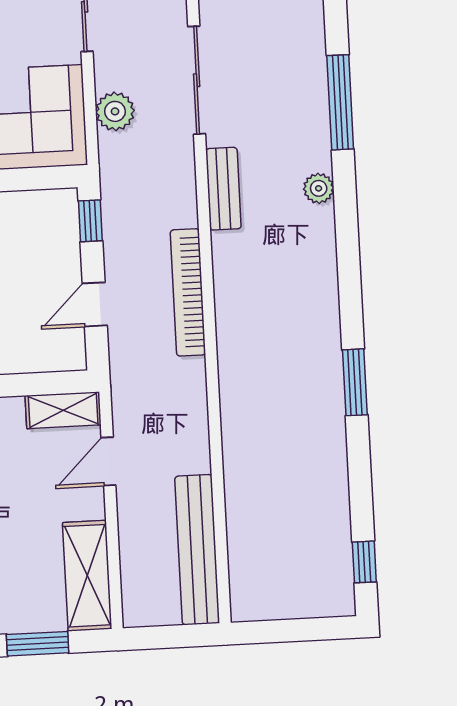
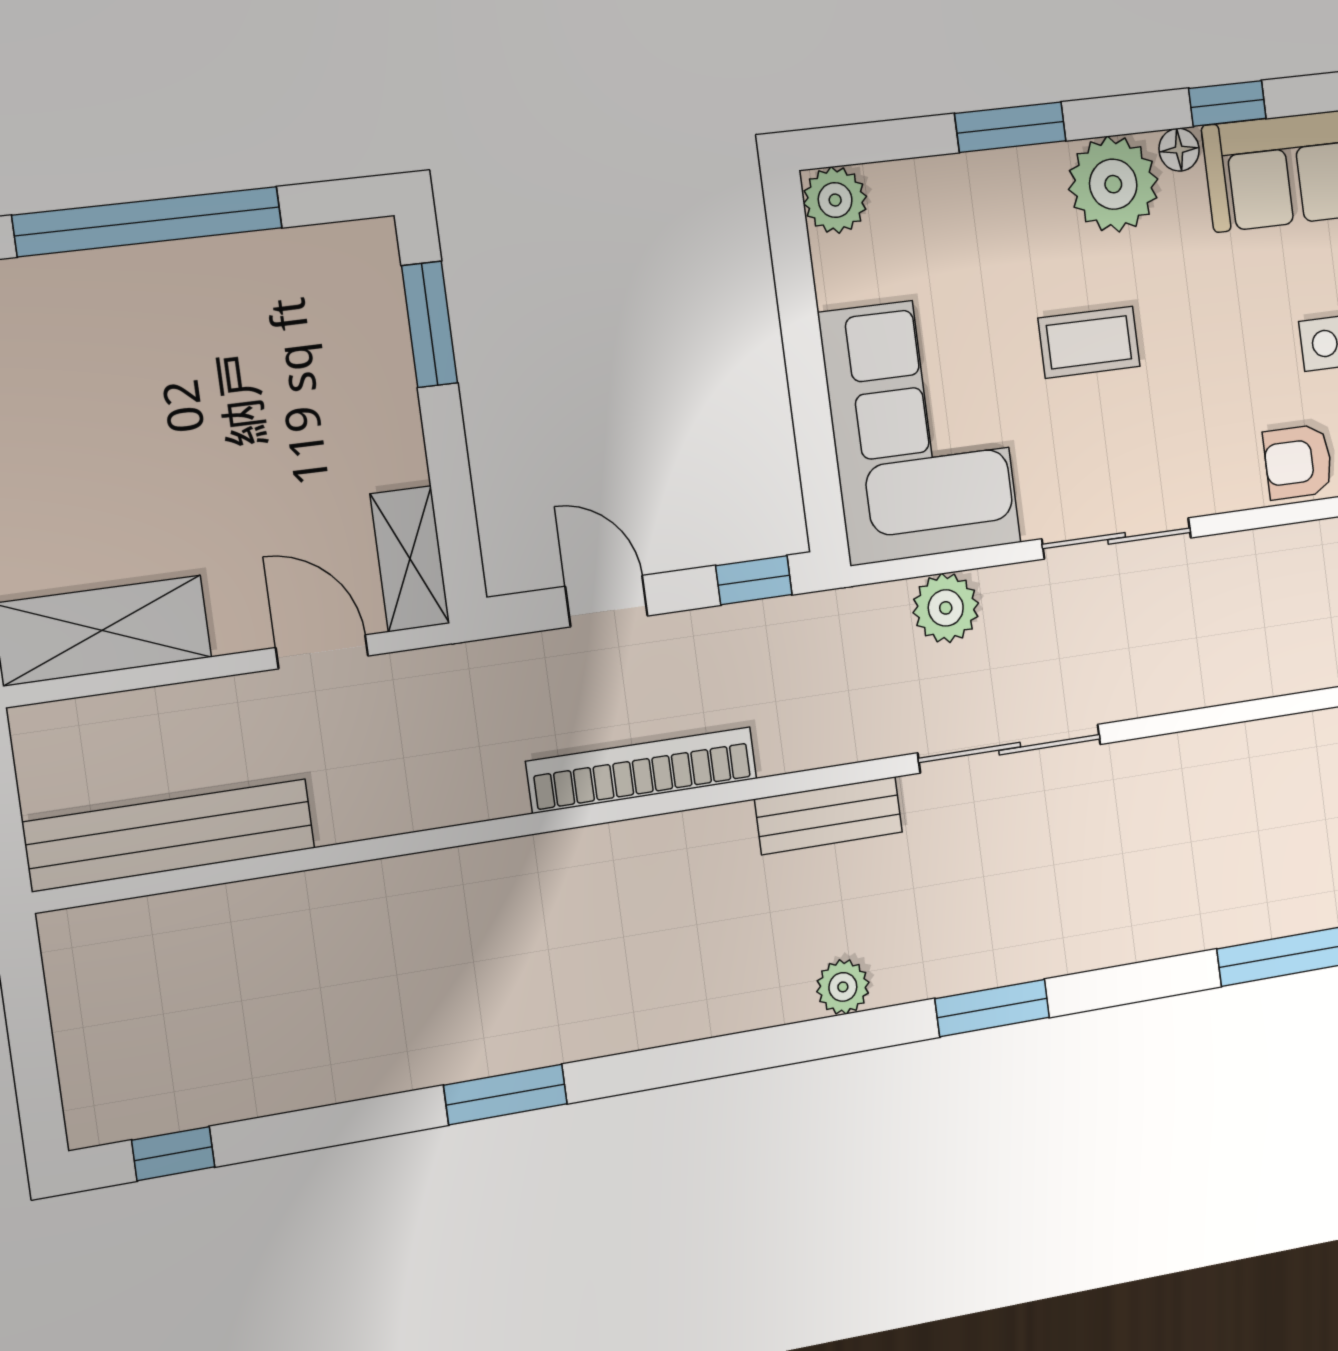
window: (340, 102) -> (992, 1008), width x0.69

